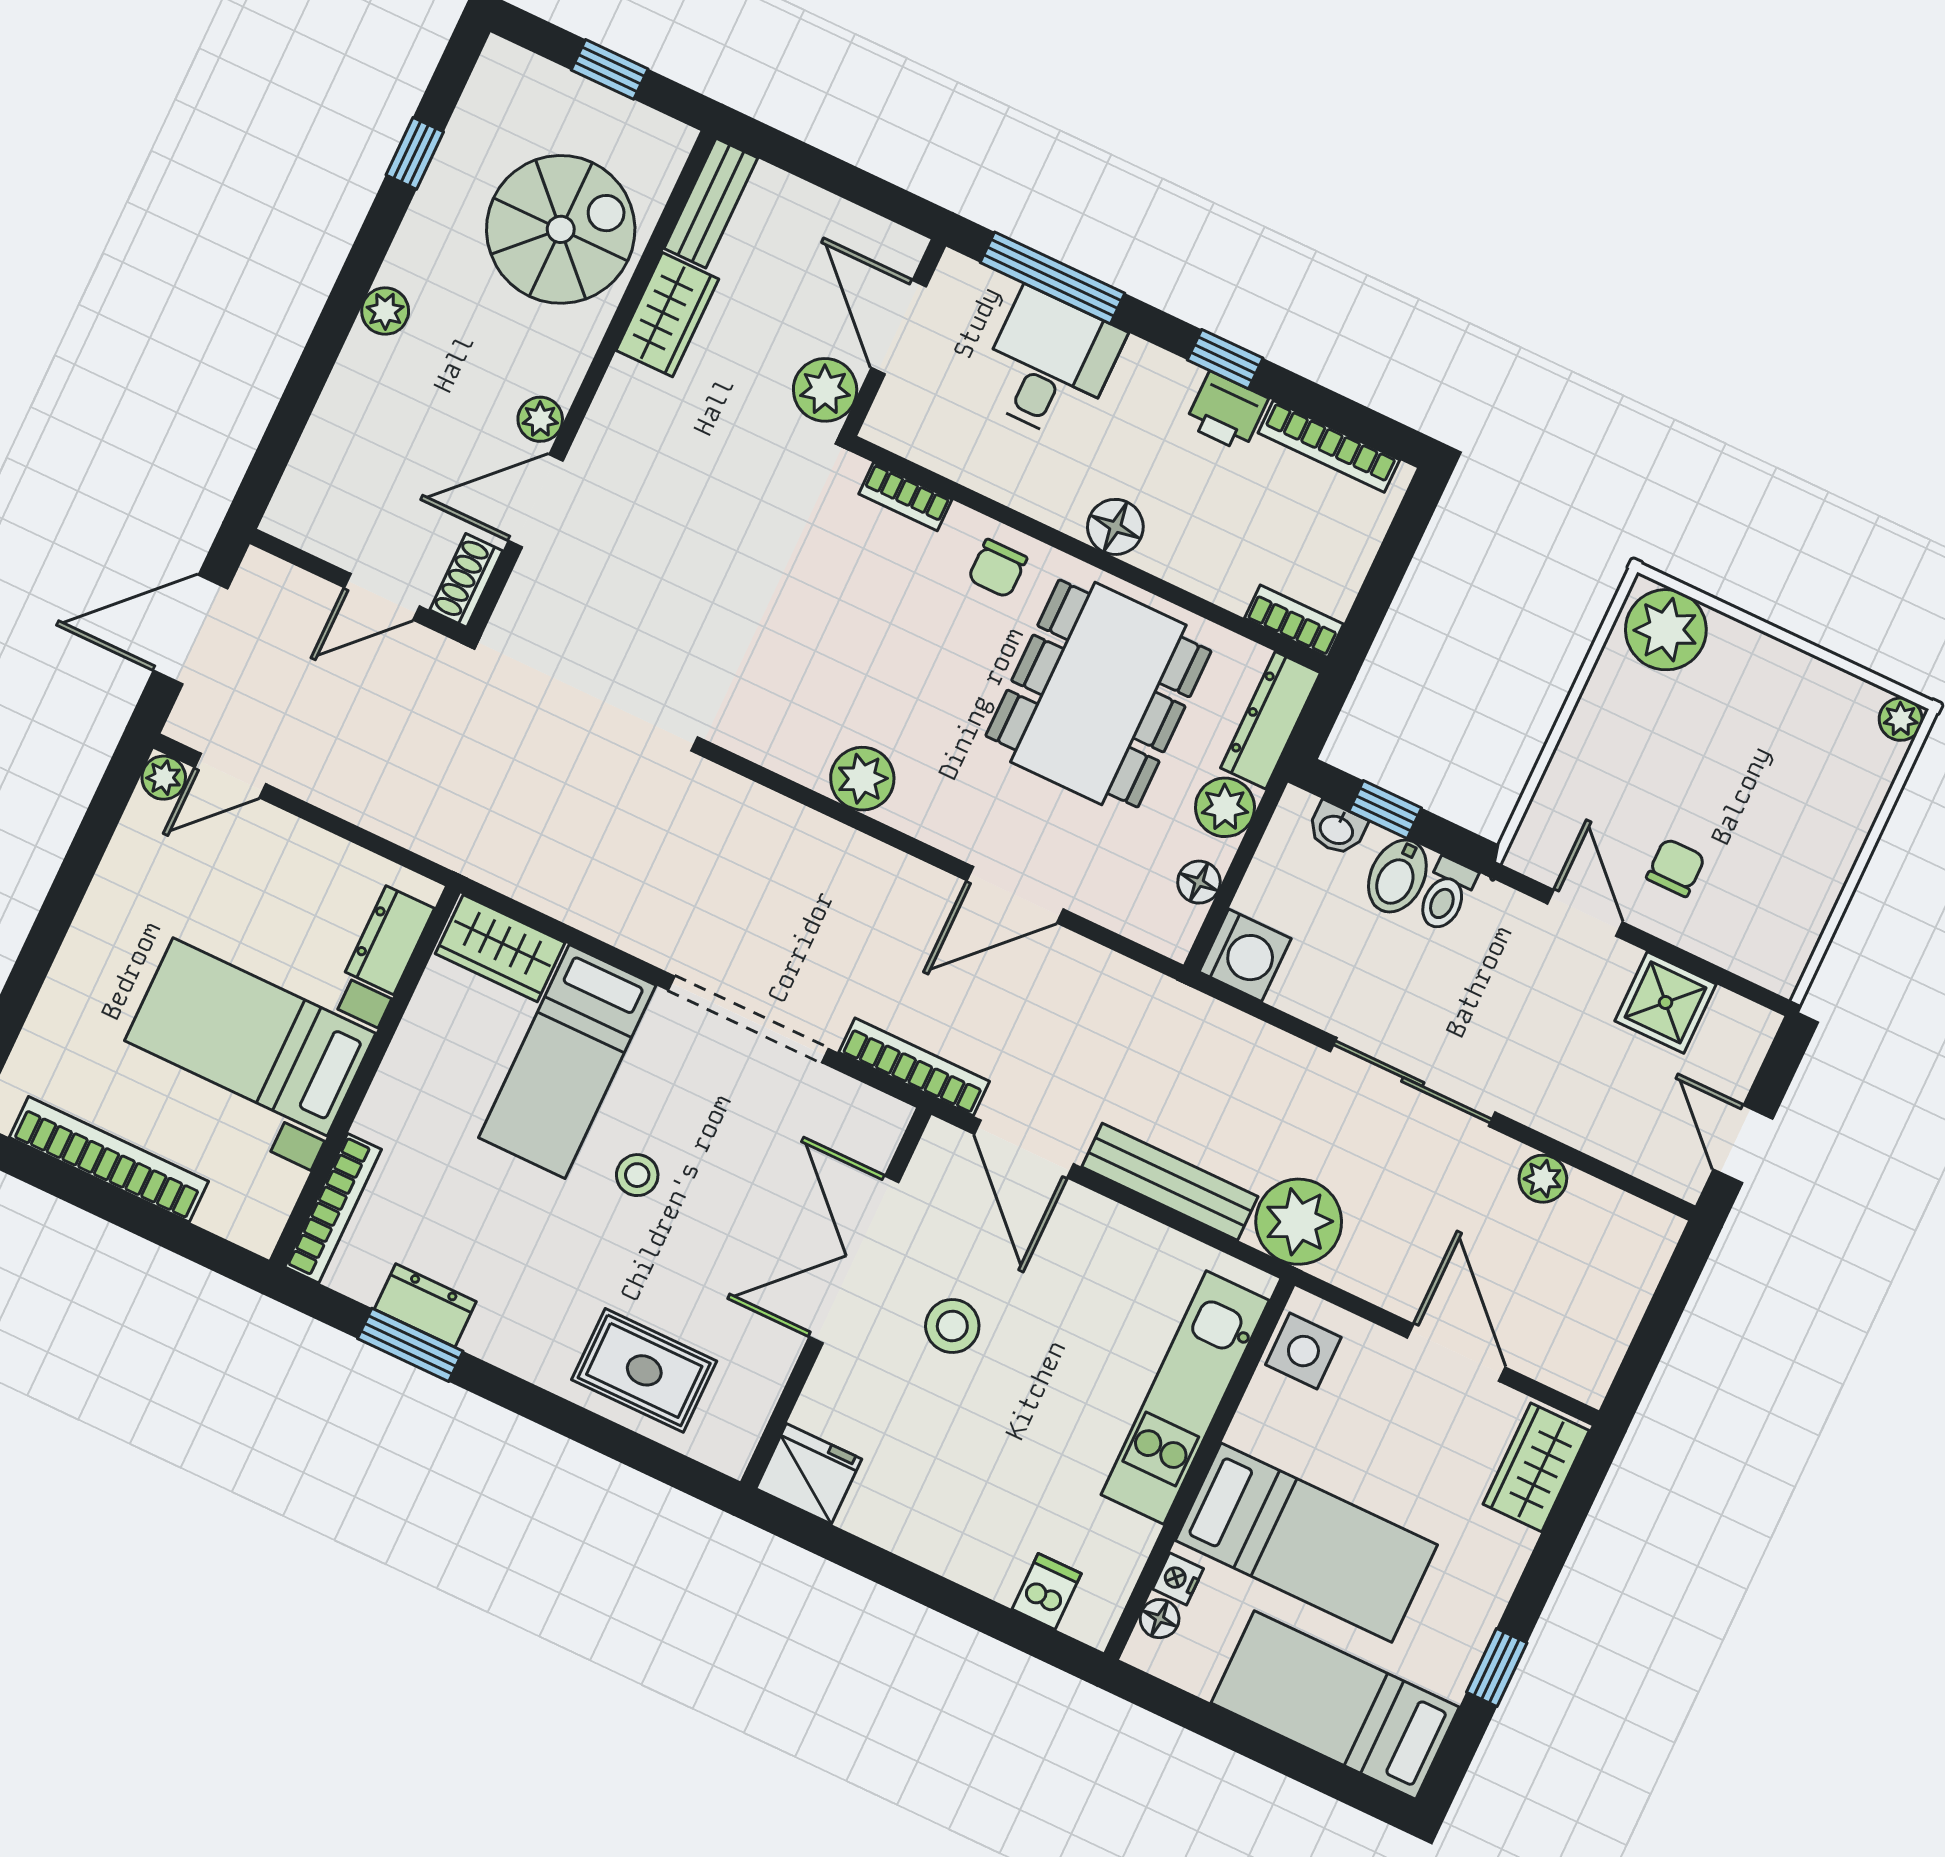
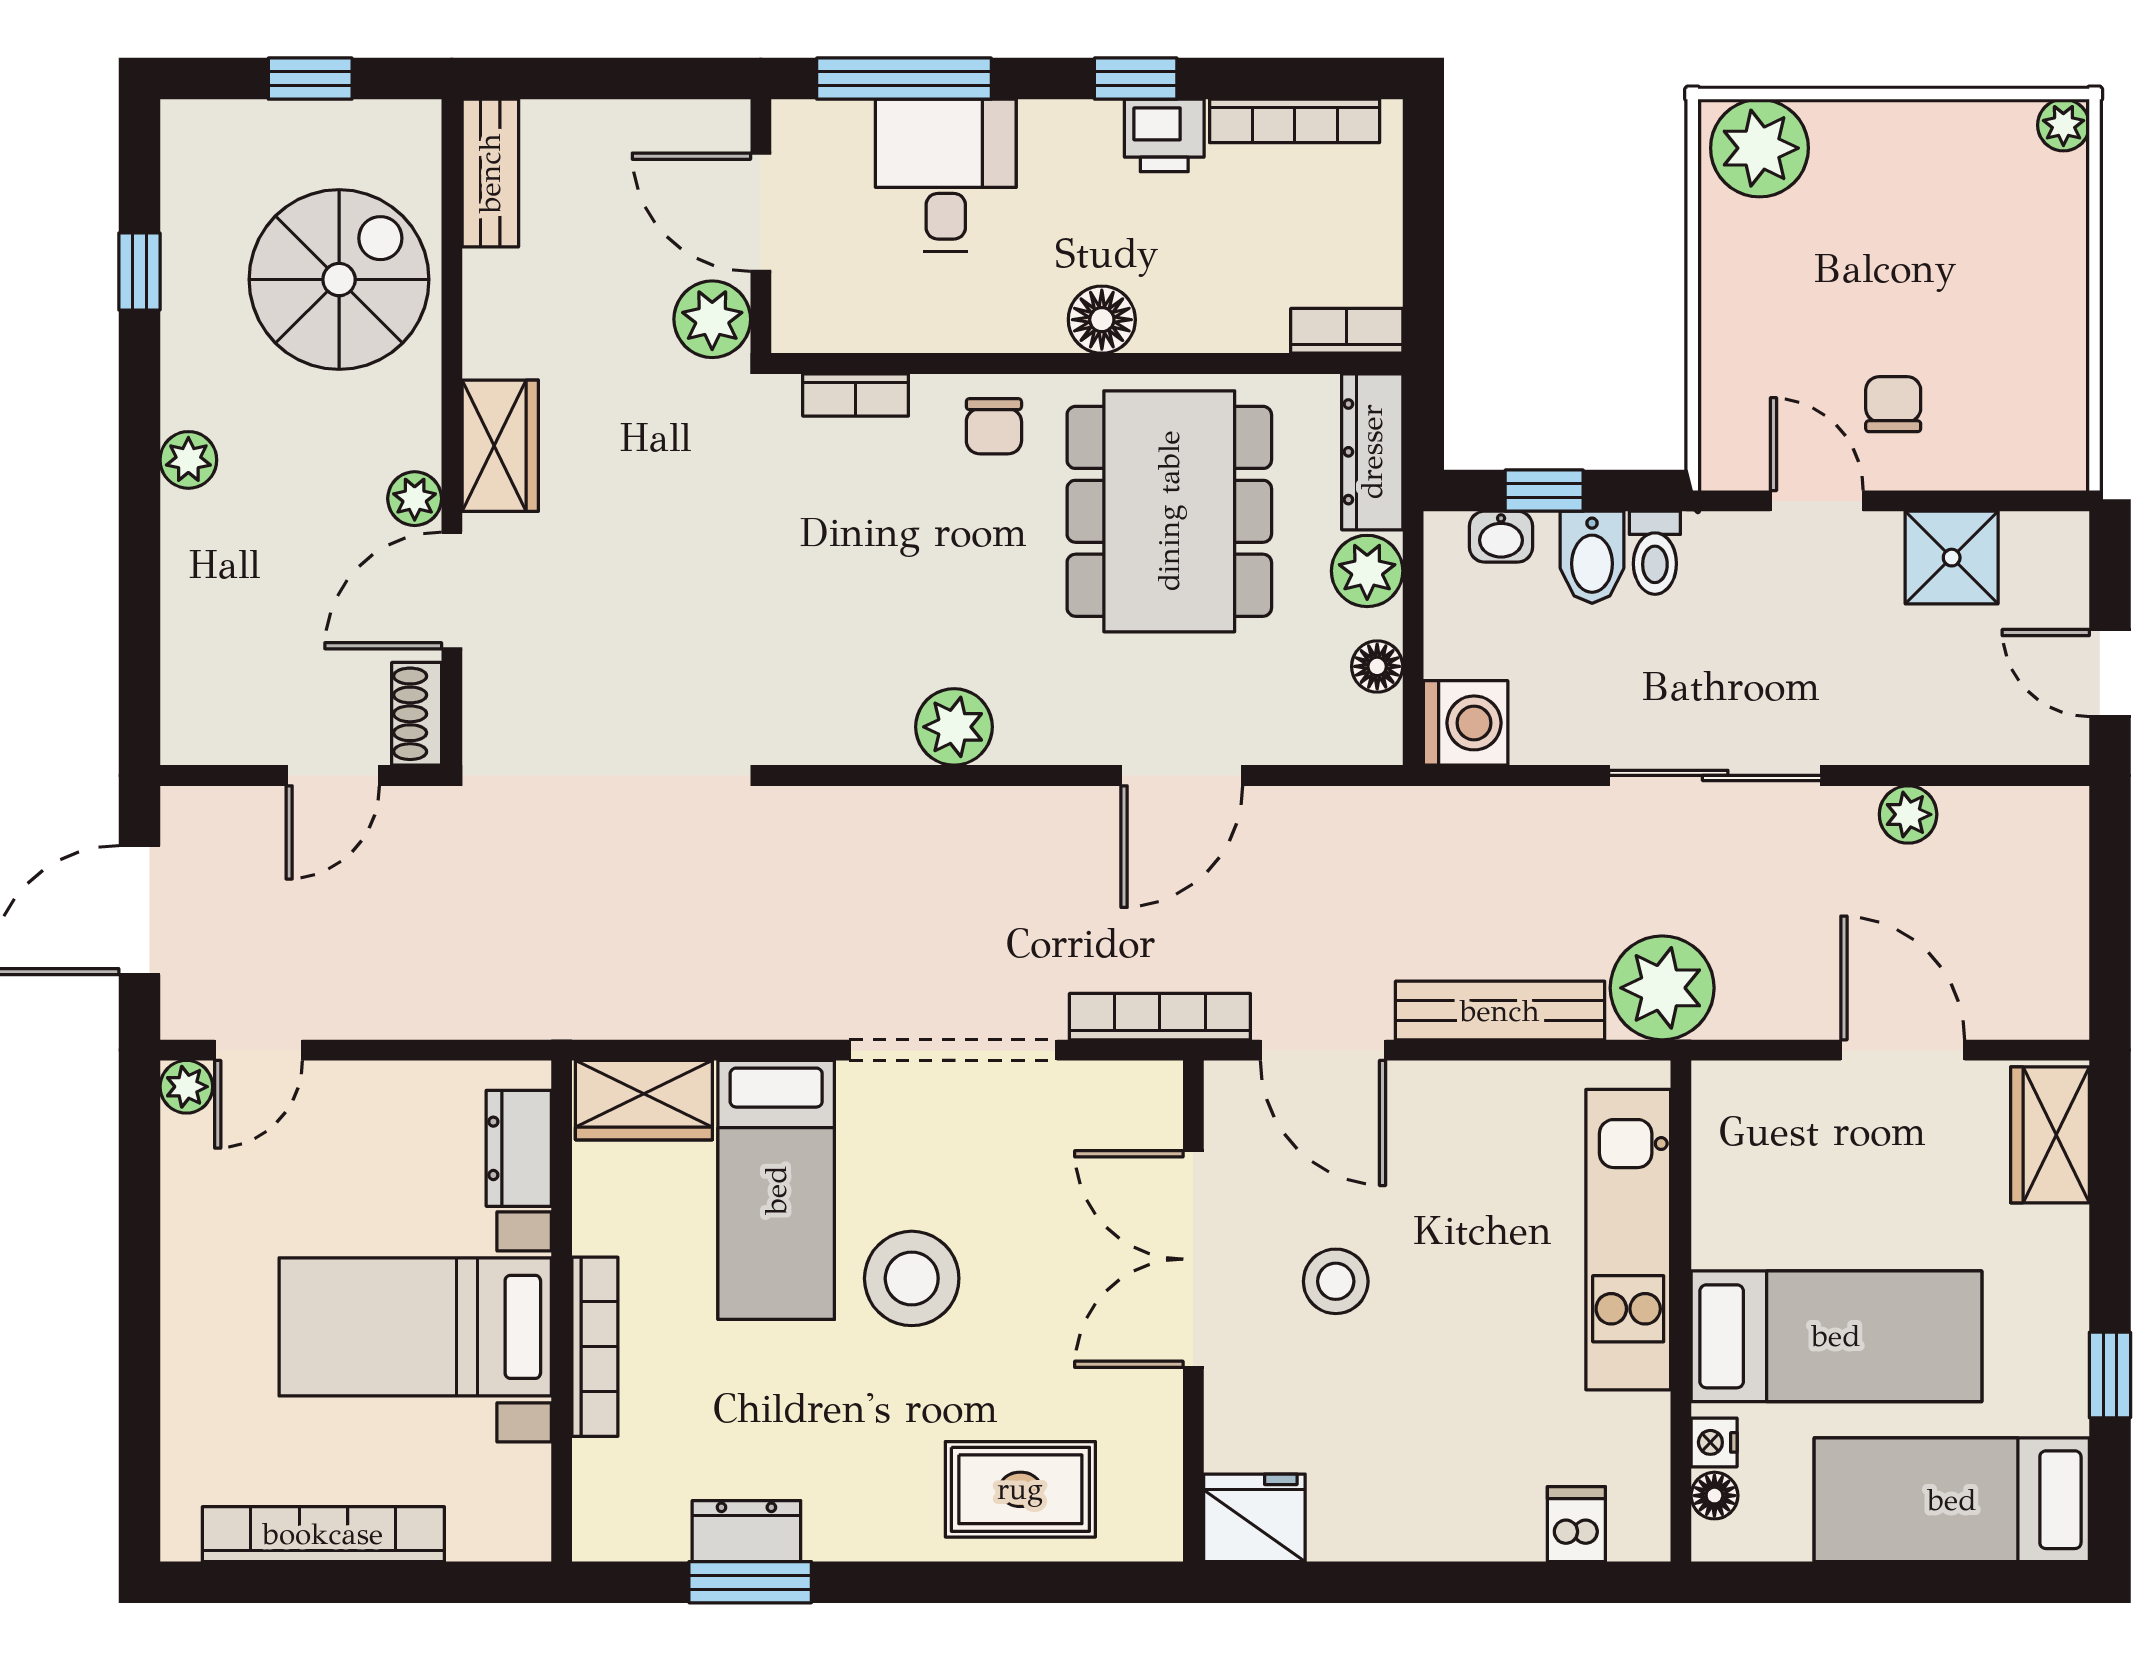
wardrobe: (667, 315) -> (500, 446), moved
stool: (637, 1175) -> (912, 1278), width x1.89, depth x1.89
bookcase: (333, 1208) -> (595, 1347), moved
side table: (1303, 1351) -> (1734, 1127), removed

